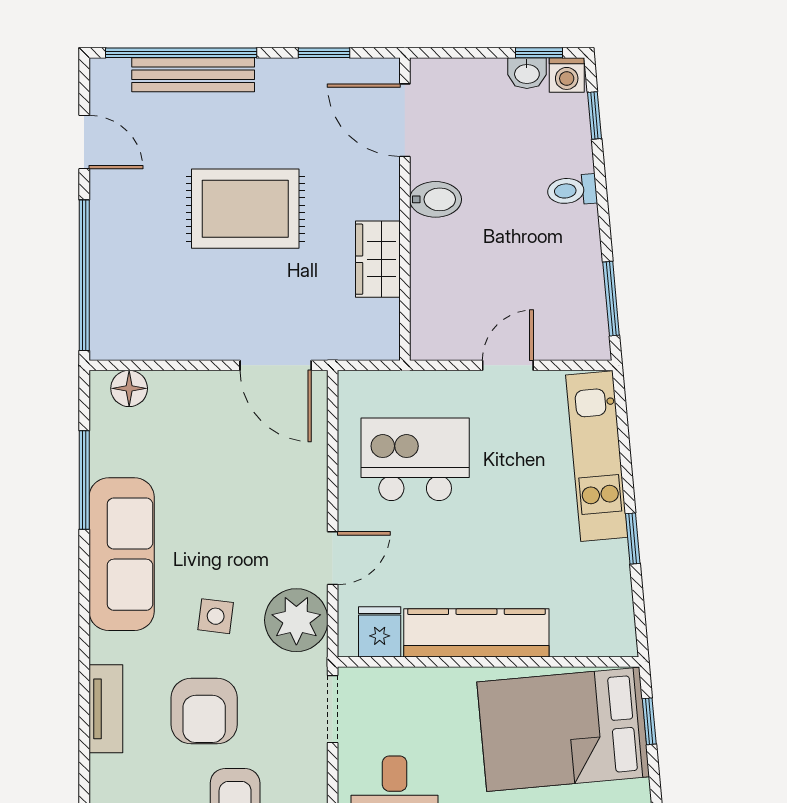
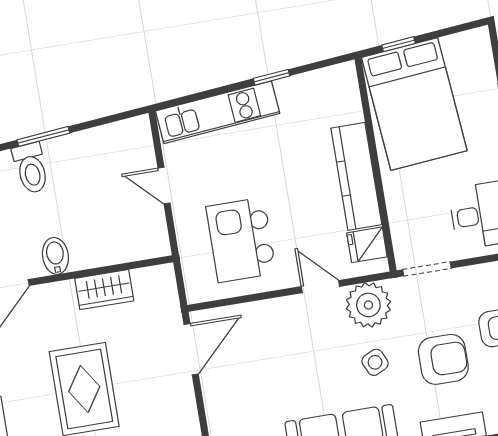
toilet: (572, 190) -> (31, 168), width x1.37, depth x1.39
window: (611, 299) -> (43, 136), moved
side table: (216, 616) -> (375, 362), turned -32

